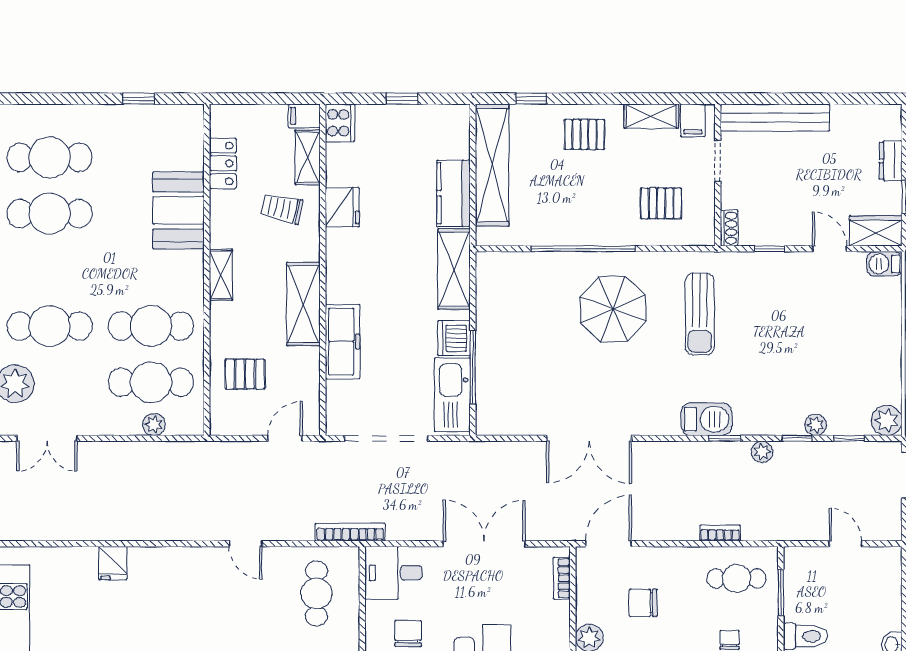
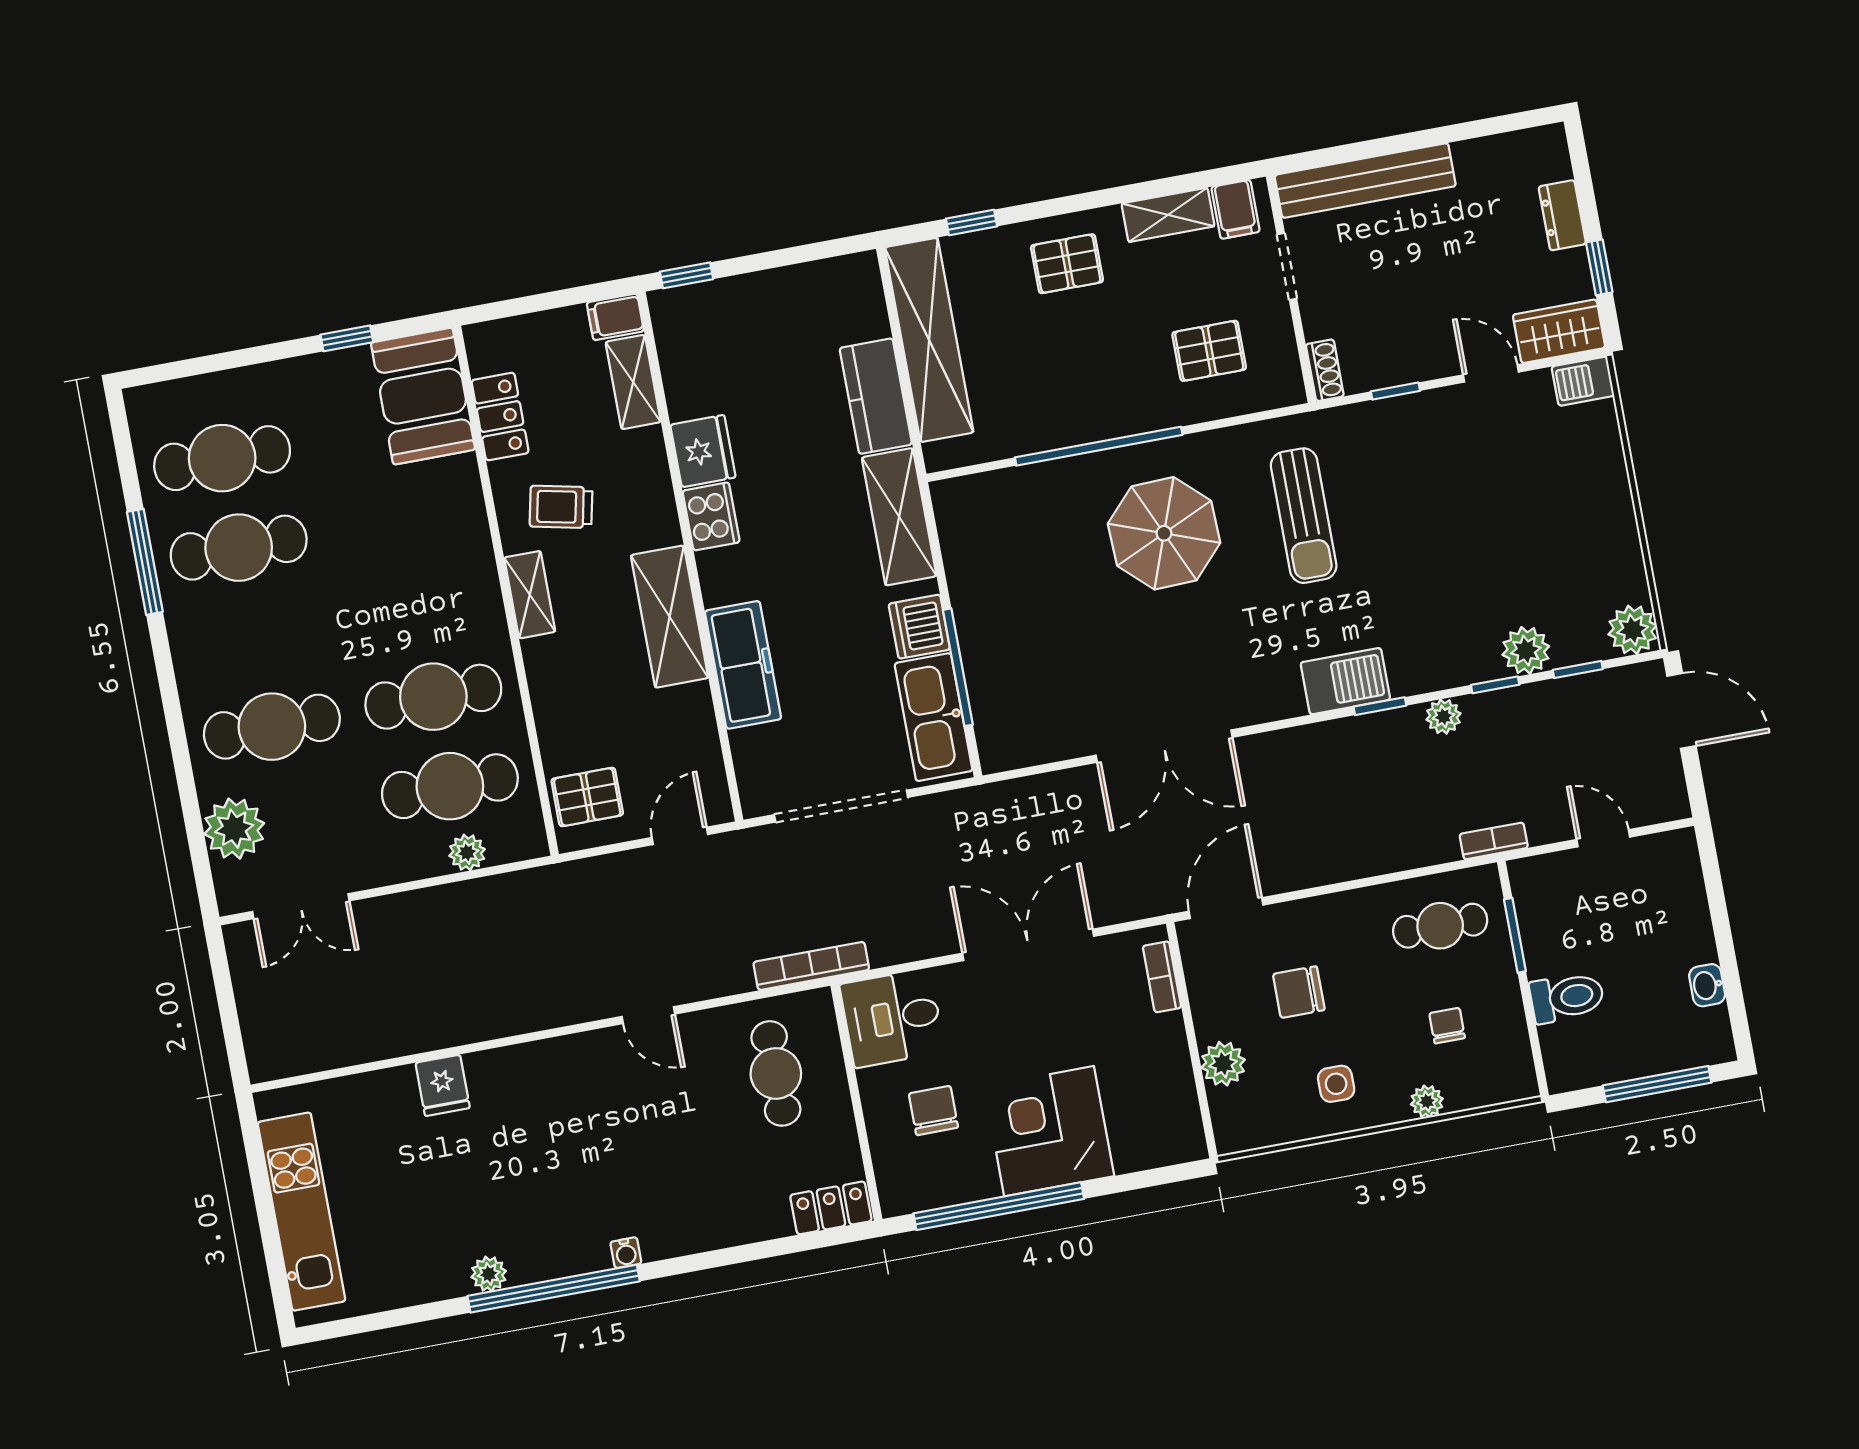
window: (402, 99) -> (687, 275), moved
cooker: (340, 123) -> (711, 516), moved
trolley: (282, 208) -> (561, 507), moved
booth: (178, 210) -> (423, 396), moved
pallet: (245, 374) -> (587, 797), moved
plant: (816, 425) -> (1526, 650), width x1.38, depth x1.38
bookcase: (720, 533) -> (1494, 841), moved

